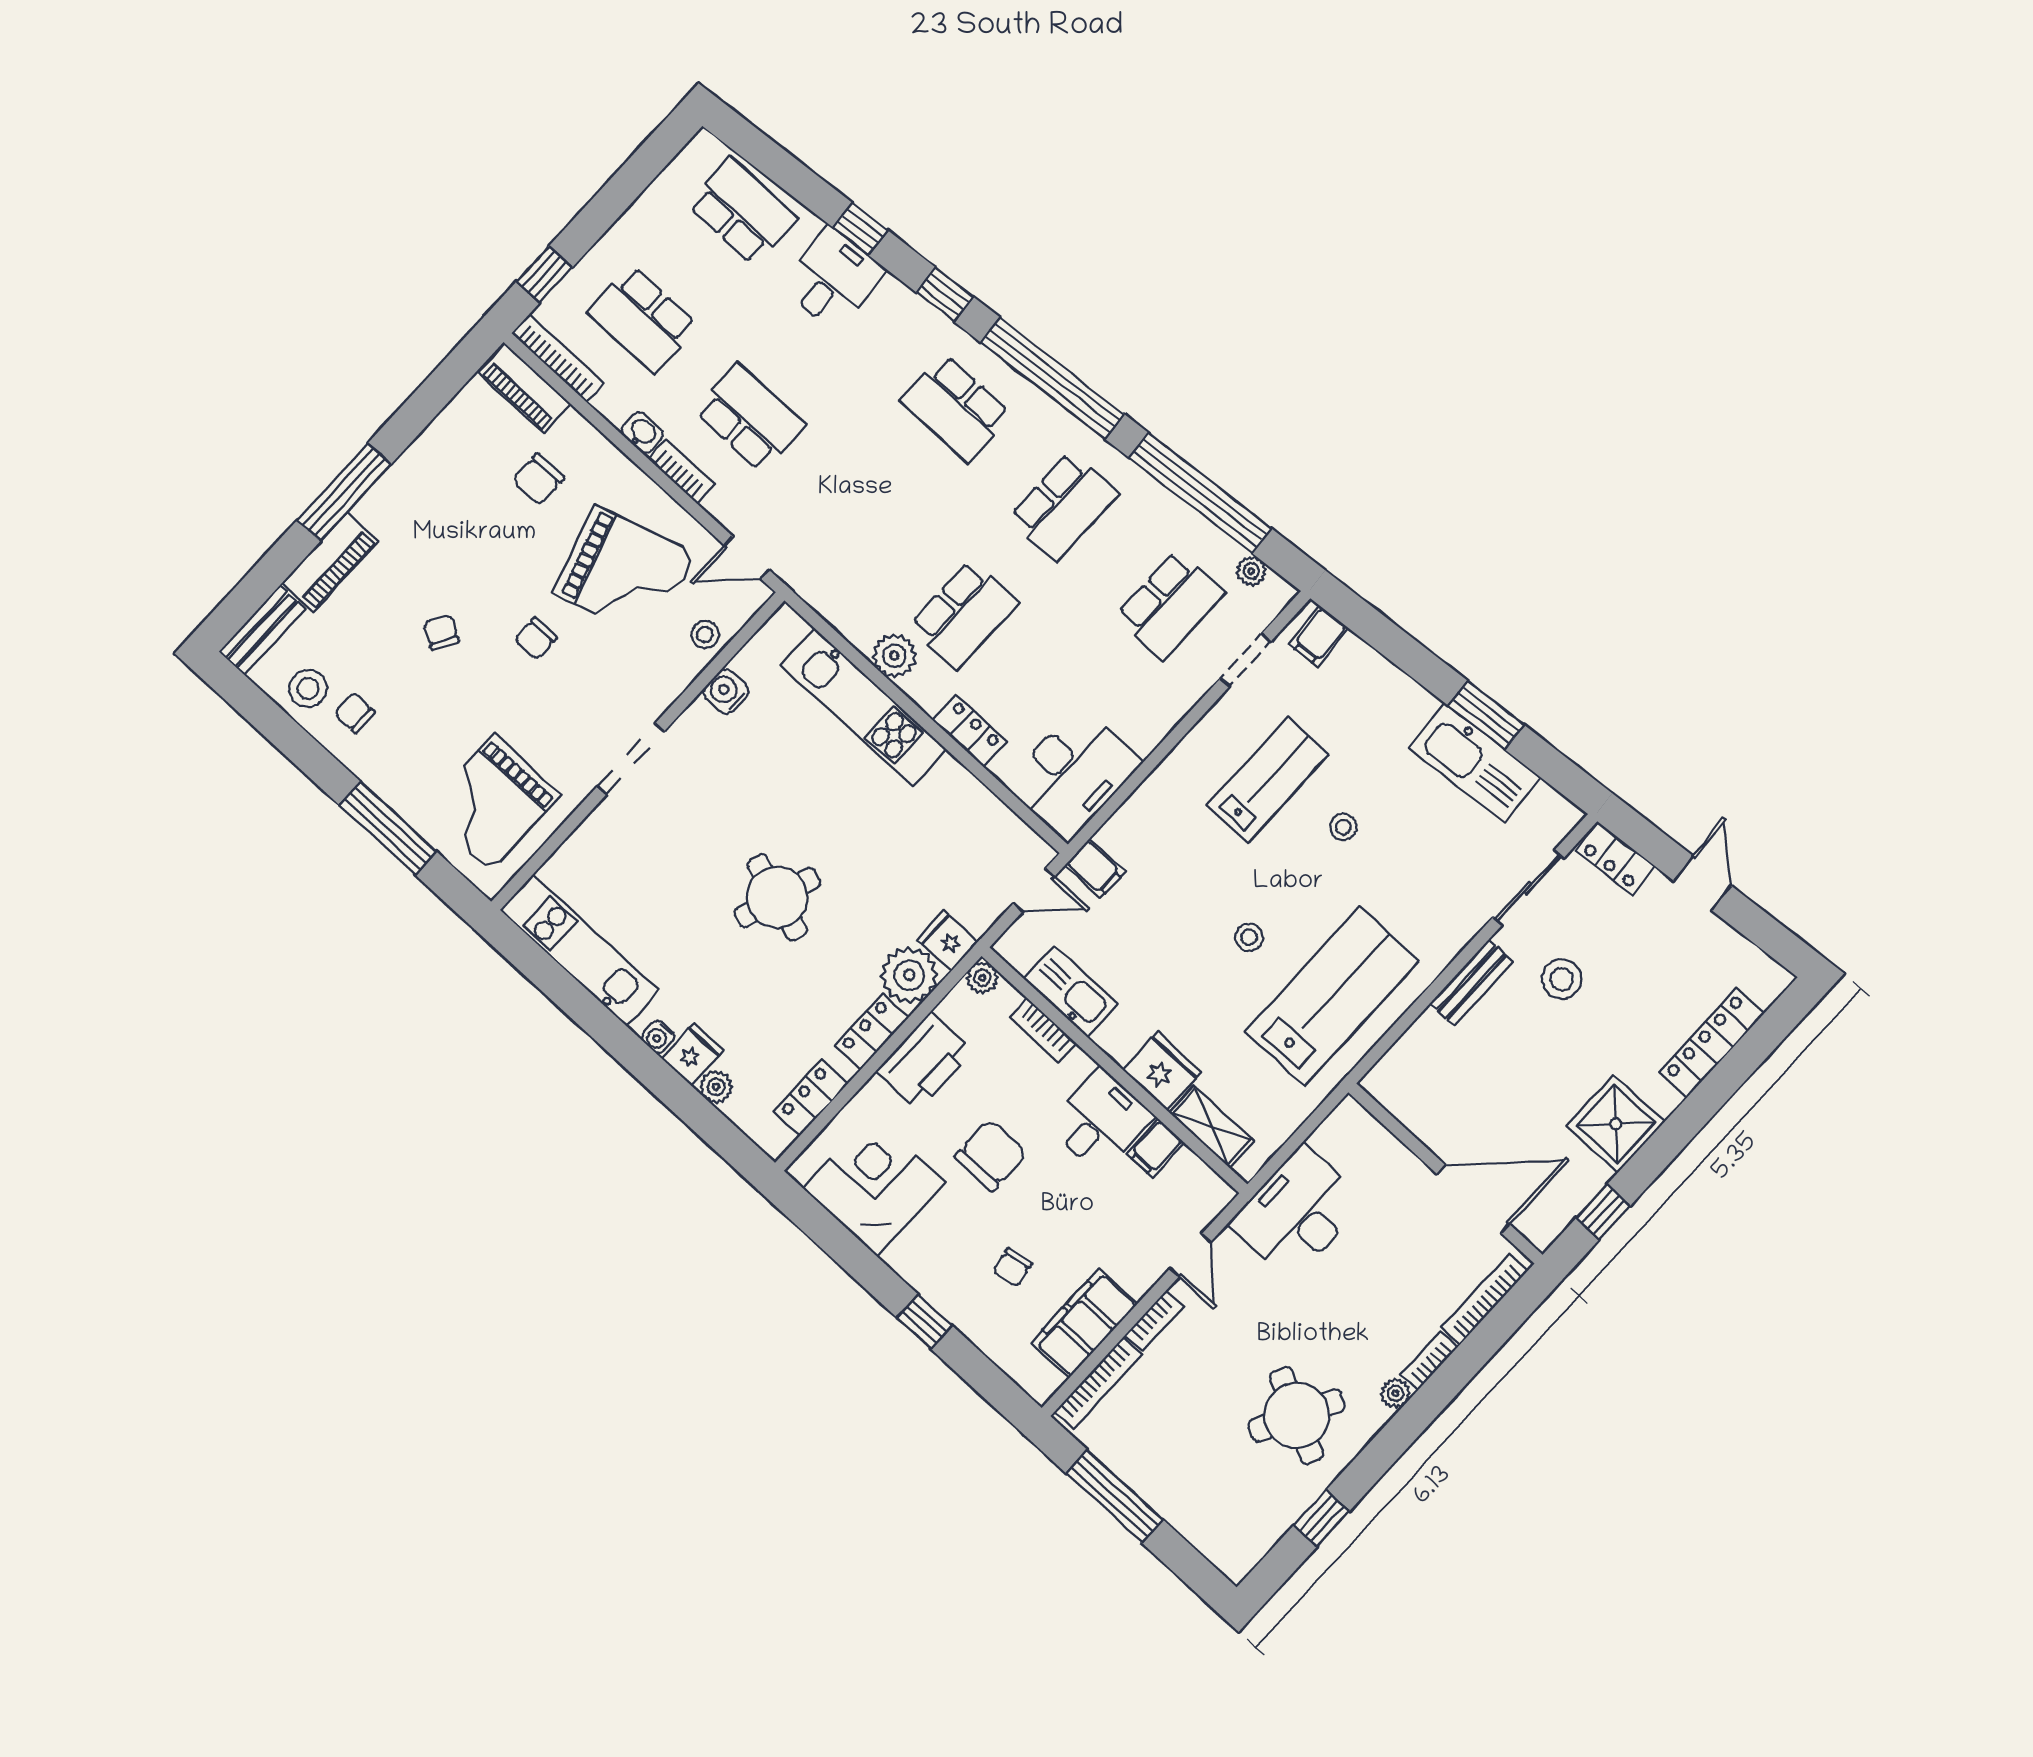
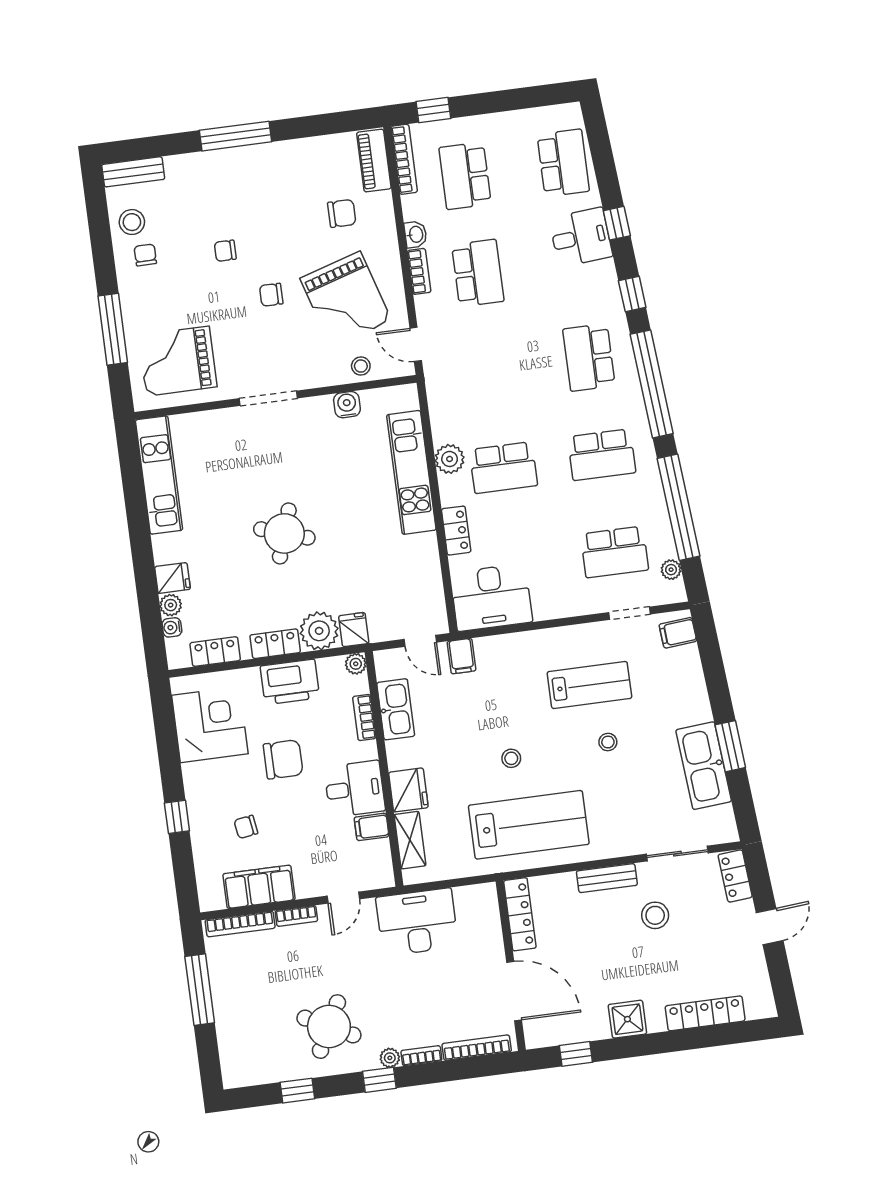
chair: (538, 479) -> (342, 213), turned 180
piano: (330, 562) -> (198, 166), removed
chair: (441, 632) -> (225, 251), turned -120
water cooler: (658, 1037) -> (172, 627), moved
locker: (1407, 1106) -> (520, 914), added
shower: (1616, 1124) -> (627, 1019), width x0.73, depth x0.73
window: (1404, 1428) -> (379, 1080), added

